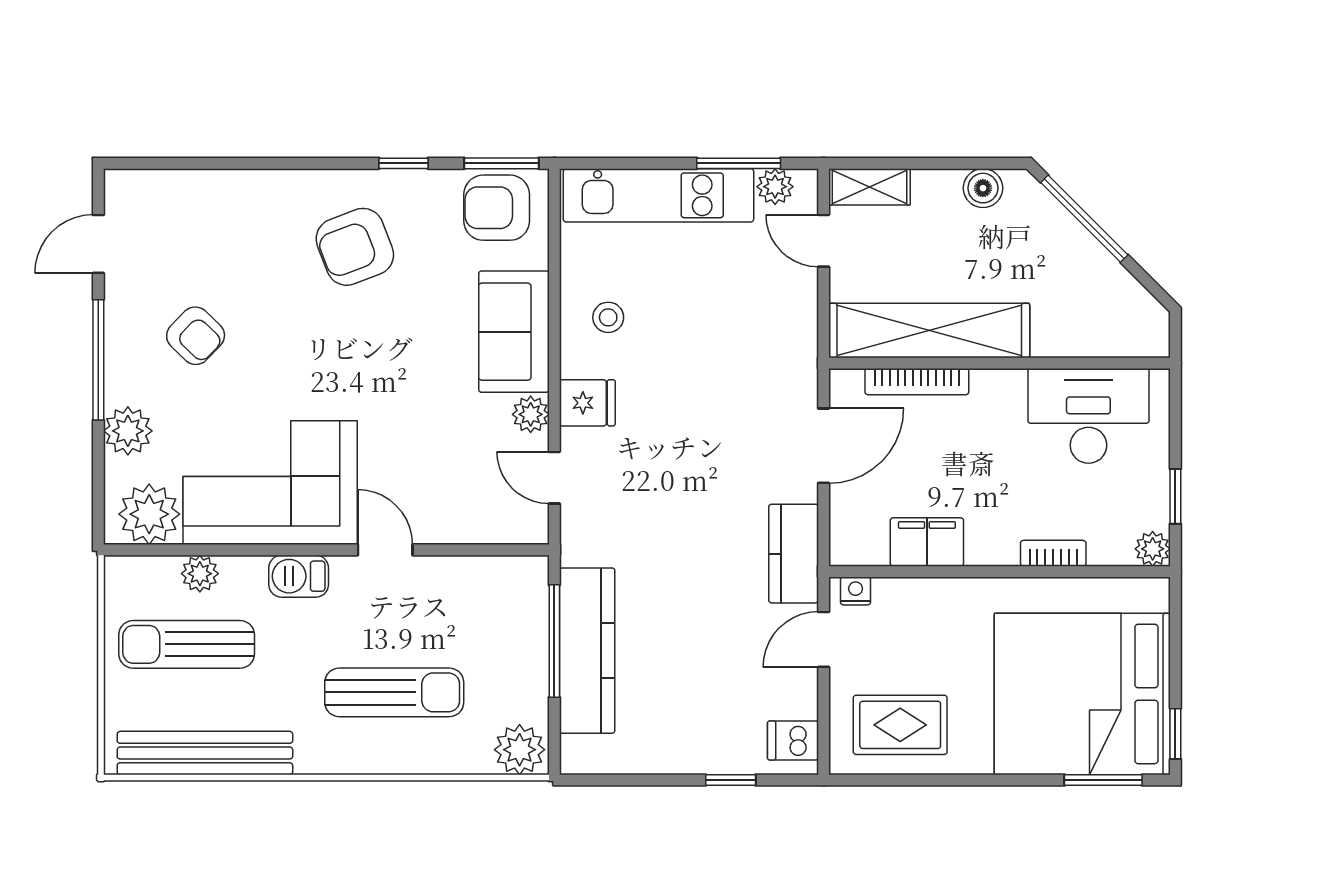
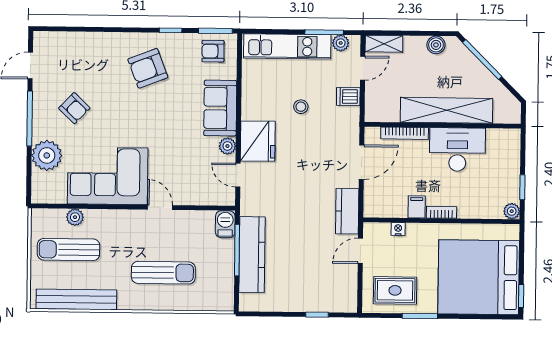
armchair: (497, 208) -> (213, 51), width x0.72, depth x0.72
door: (824, 241) -> (363, 68), swing flipped
stool: (608, 317) -> (301, 107), moved
shelving: (929, 330) -> (447, 110), moved
fridge: (587, 403) -> (258, 141), width x1.88, depth x1.34
desk: (1088, 416) -> (457, 150), moved
plant: (128, 431) -> (47, 155), width x1.36, depth x1.36
plant: (149, 514) -> (52, 190), removed
filing cabinet: (927, 542) -> (417, 207), width x0.50
bookcase: (1053, 553) -> (442, 212), moved
barbecue: (299, 576) -> (225, 224), moved, turned 90
nightstand: (856, 591) -> (398, 229), moved
dishwasher: (793, 740) -> (348, 96), moved
plant: (520, 750) -> (220, 300), removed
window: (1103, 780) -> (420, 316), moved

